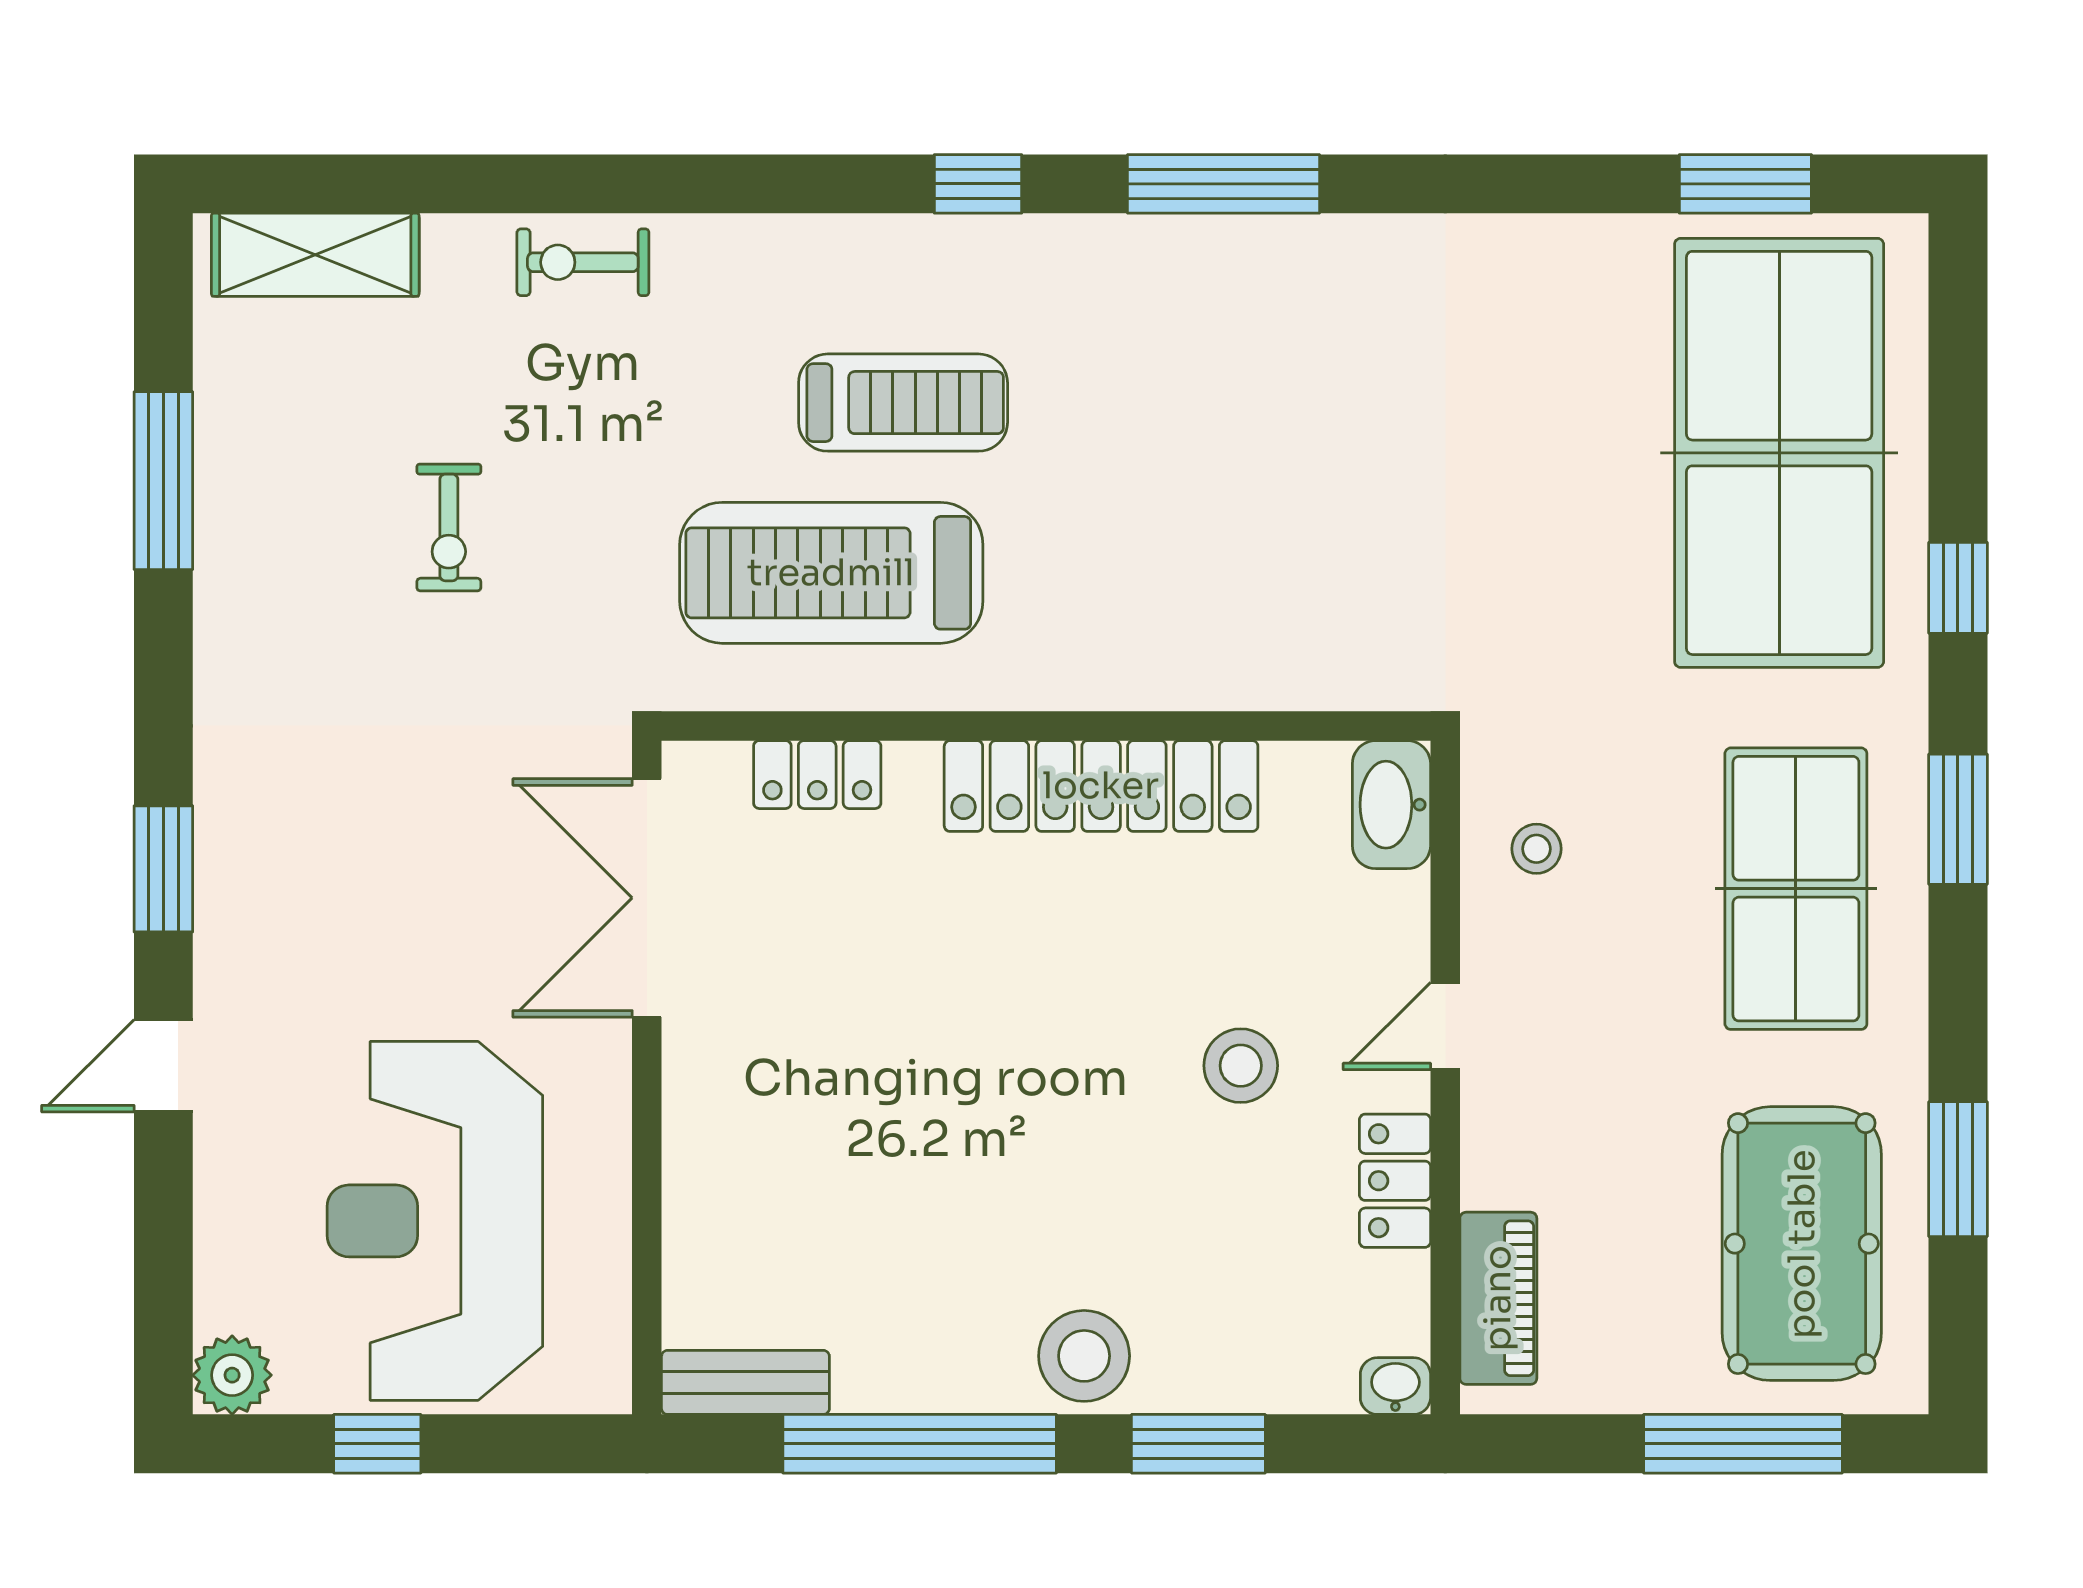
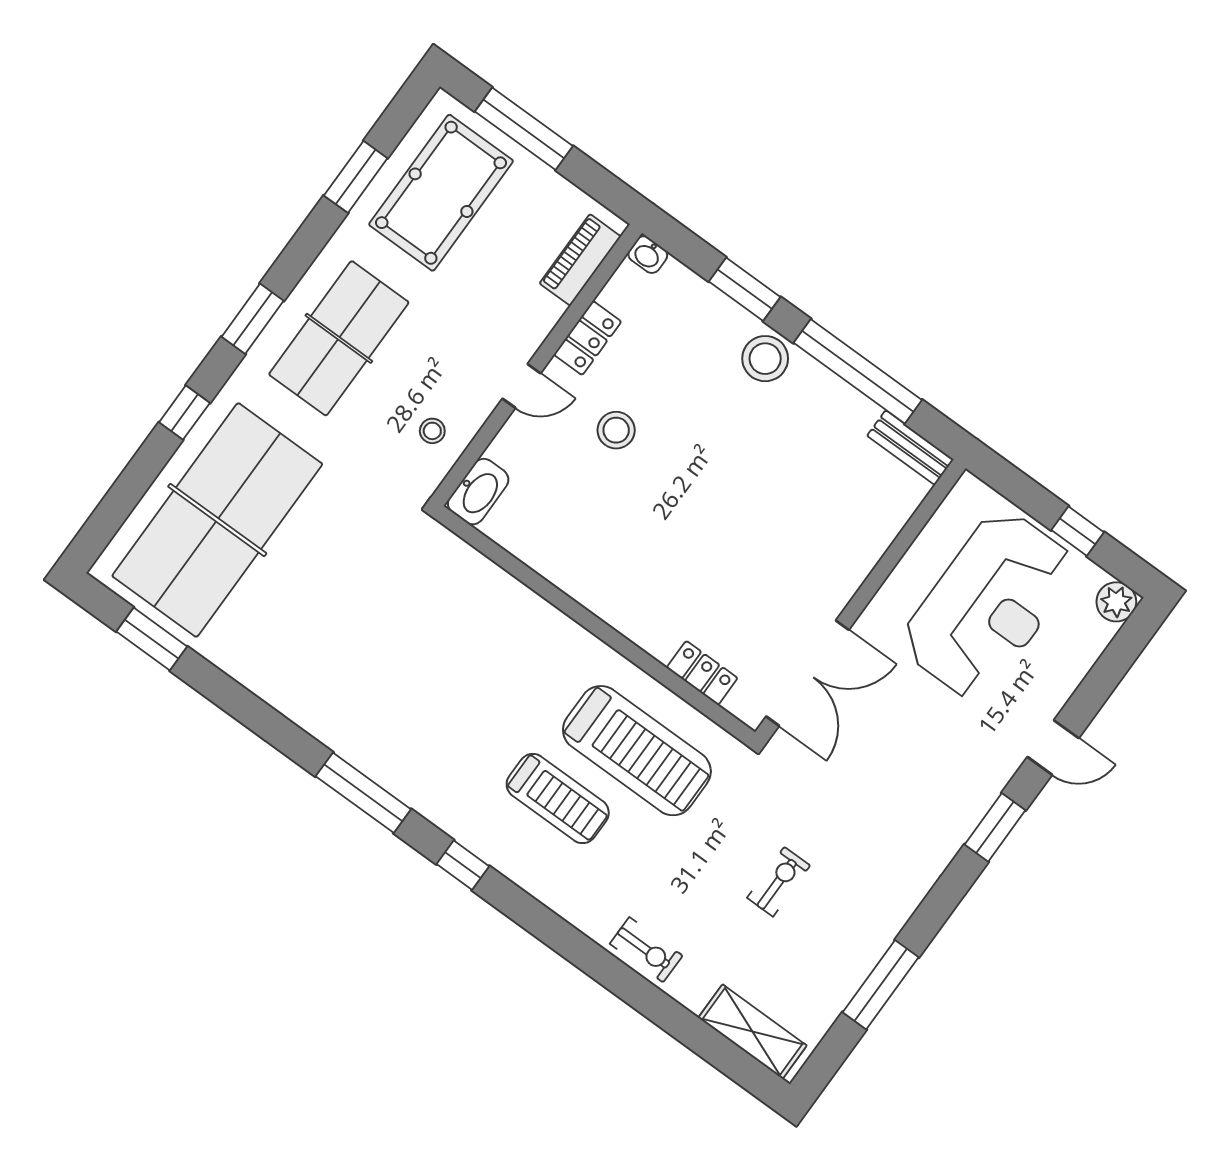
treadmill: (903, 403) -> (558, 798), turned 180
locker: (1101, 786) -> (590, 585), removed

